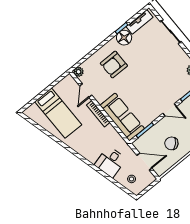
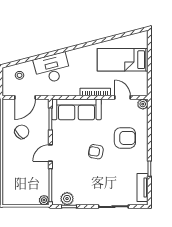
floor lamp: (124, 38) -> (140, 164), removed
armchair: (114, 65) -> (125, 138), turned 90
armchair: (141, 77) -> (96, 152), added
desk: (110, 162) -> (52, 68), width x1.37

